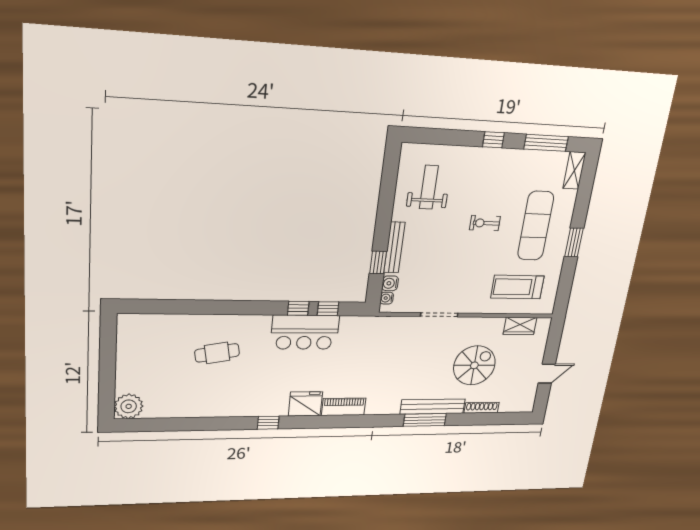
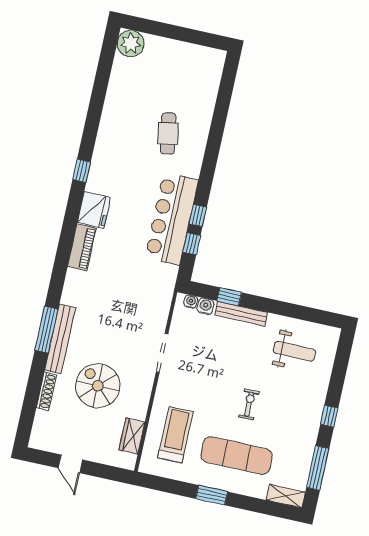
bar counter: (305, 332) -> (172, 219), width x1.36
spiral stairs: (474, 365) -> (98, 386), turned 180

